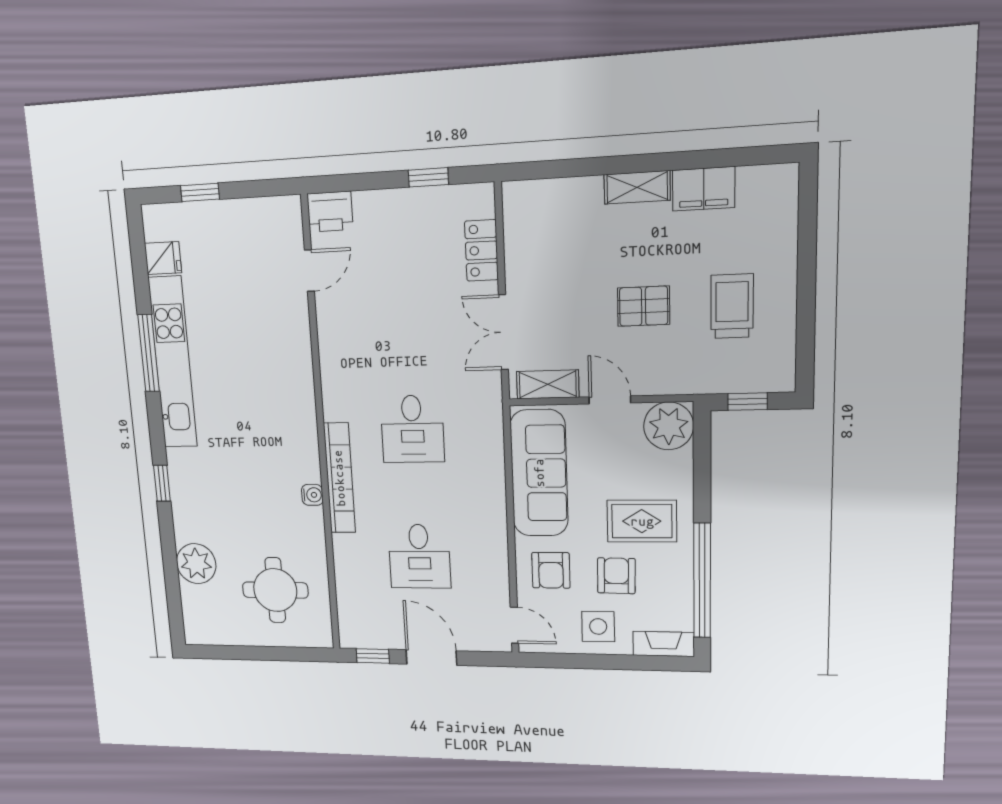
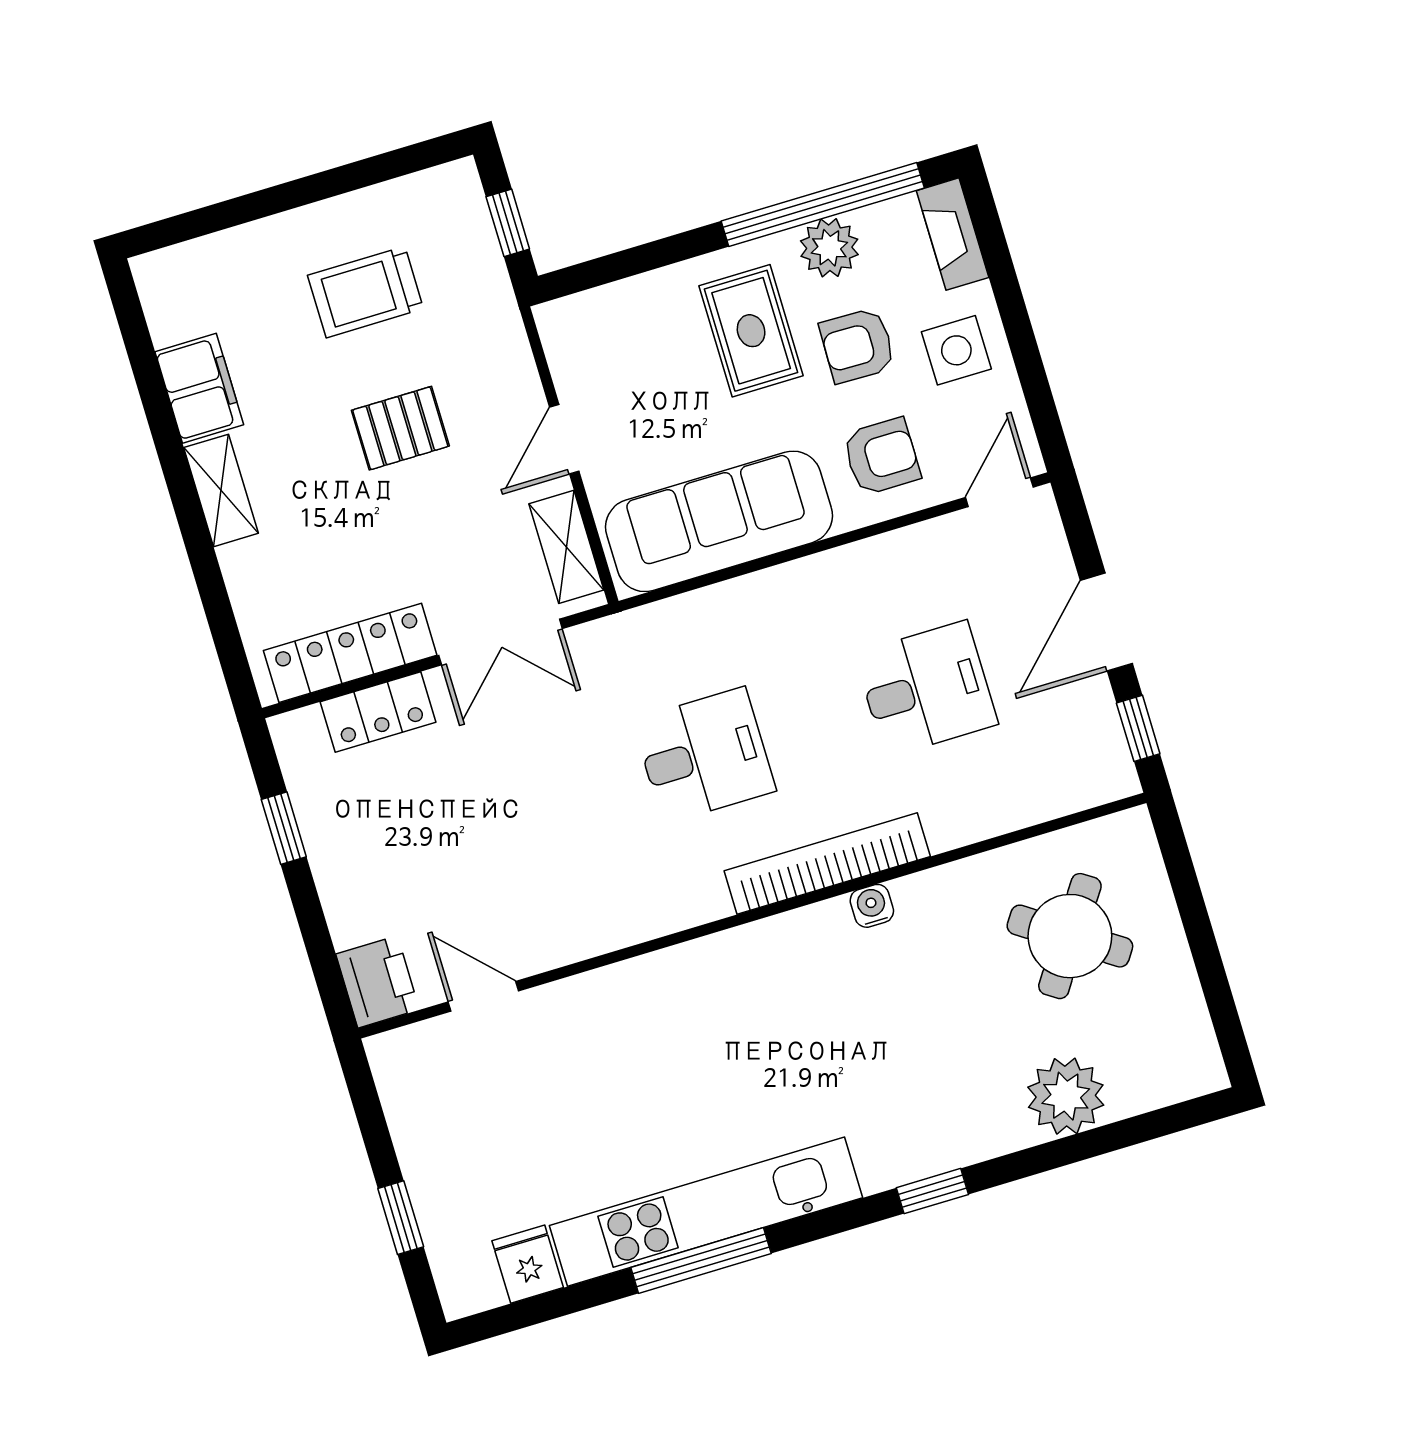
locker: (520, 243) -> (350, 653), added
pallet: (644, 306) -> (400, 428), turned 90
plant: (669, 426) -> (829, 248), moved, width x0.73, depth x0.73
round table: (275, 590) -> (1070, 936), turned 34

